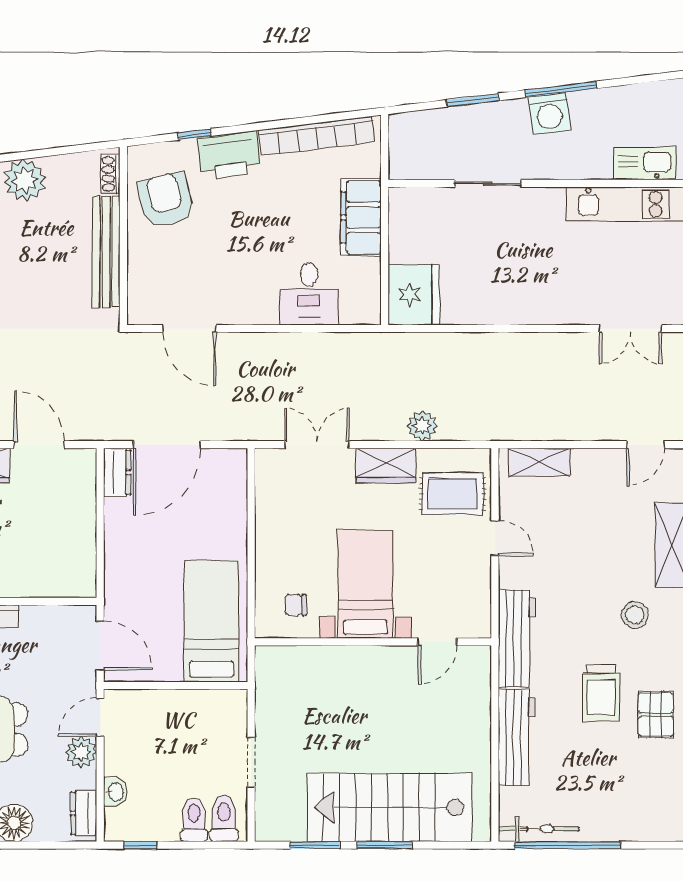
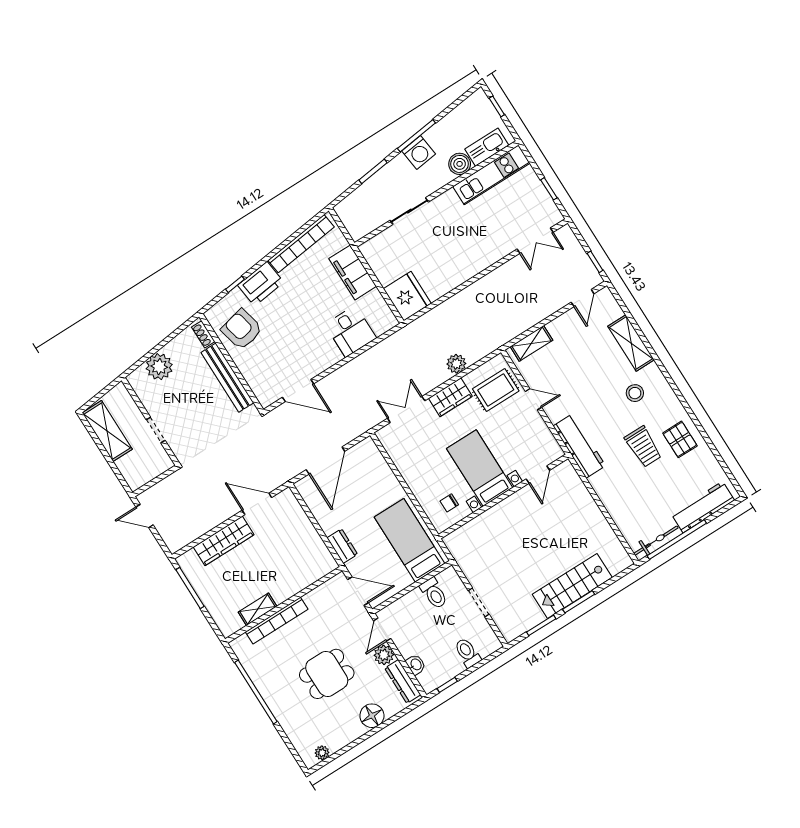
boiler: (594, 163) -> (460, 164), added
dresser: (117, 472) -> (342, 546), moved
workbench: (516, 738) -> (703, 507), moved, turned -90
stairs: (390, 807) -> (572, 586), width x0.73, depth x0.66
dresser: (84, 813) -> (403, 681), width x1.44
toilet: (224, 818) -> (434, 593), moved, turned 180

